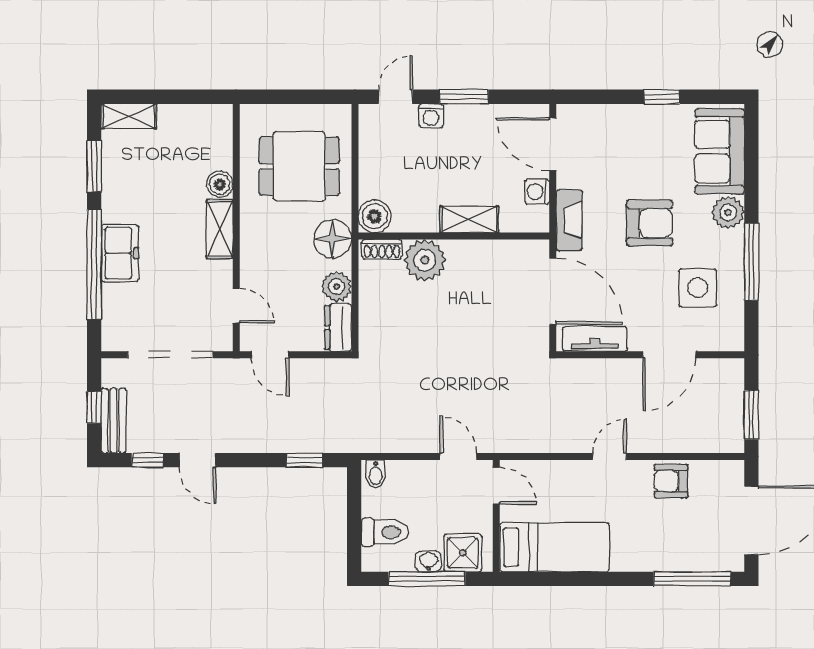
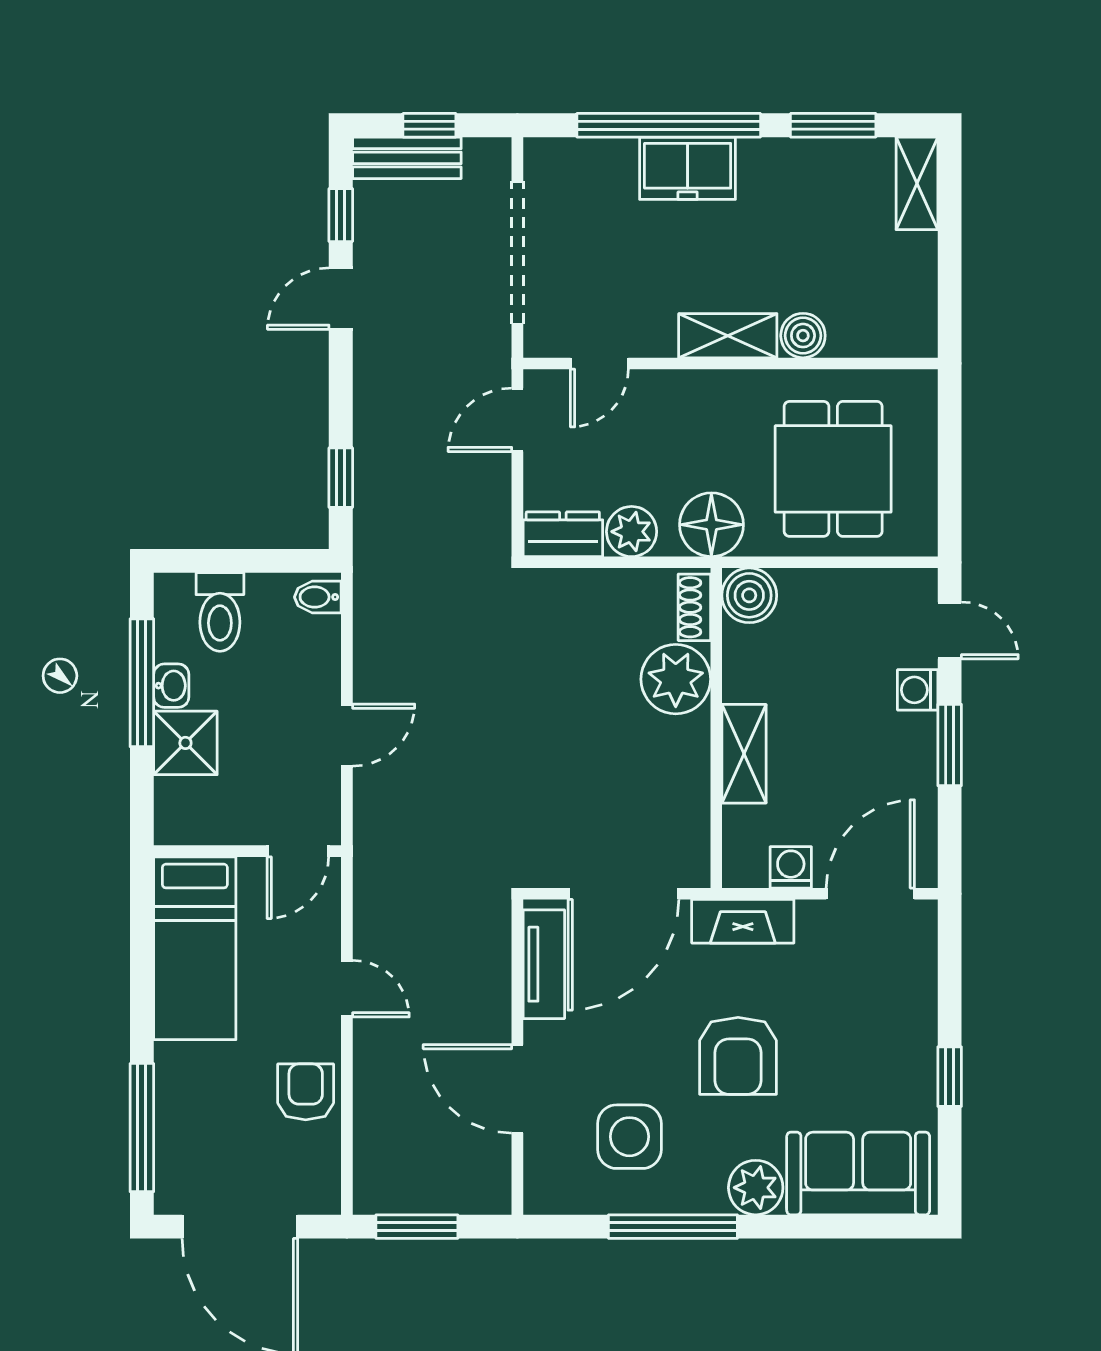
door: (496, 486) -> (298, 851), moved
wall: (496, 516) -> (247, 851), moved
bed: (554, 547) -> (195, 948), moved

